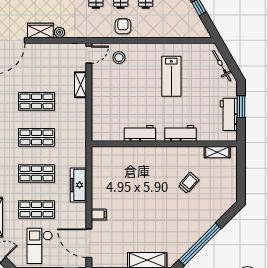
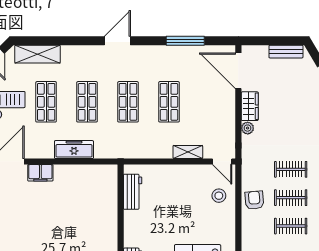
armchair: (123, 26) -> (254, 200), turned -95
workbench: (140, 133) -> (133, 192), moved
filing cabinet: (99, 214) -> (40, 173), width x2.00

